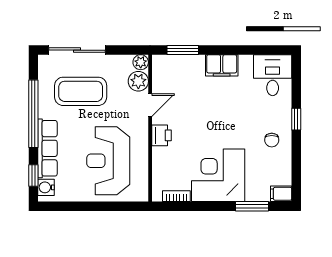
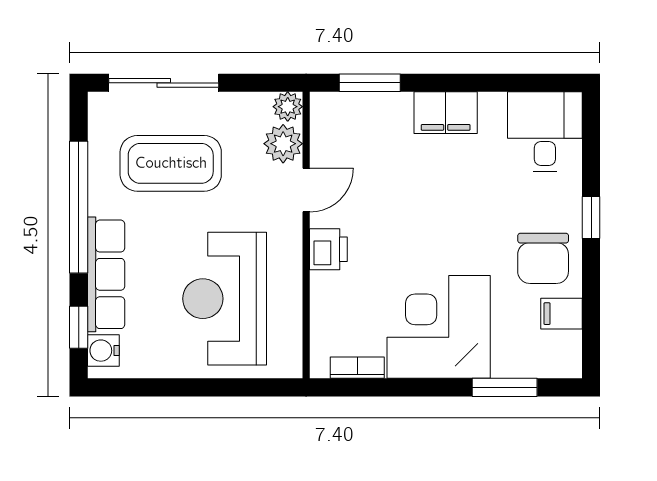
chair: (272, 140) -> (543, 258), width x1.87, depth x1.87
filing cabinet: (281, 194) -> (561, 314), moved

